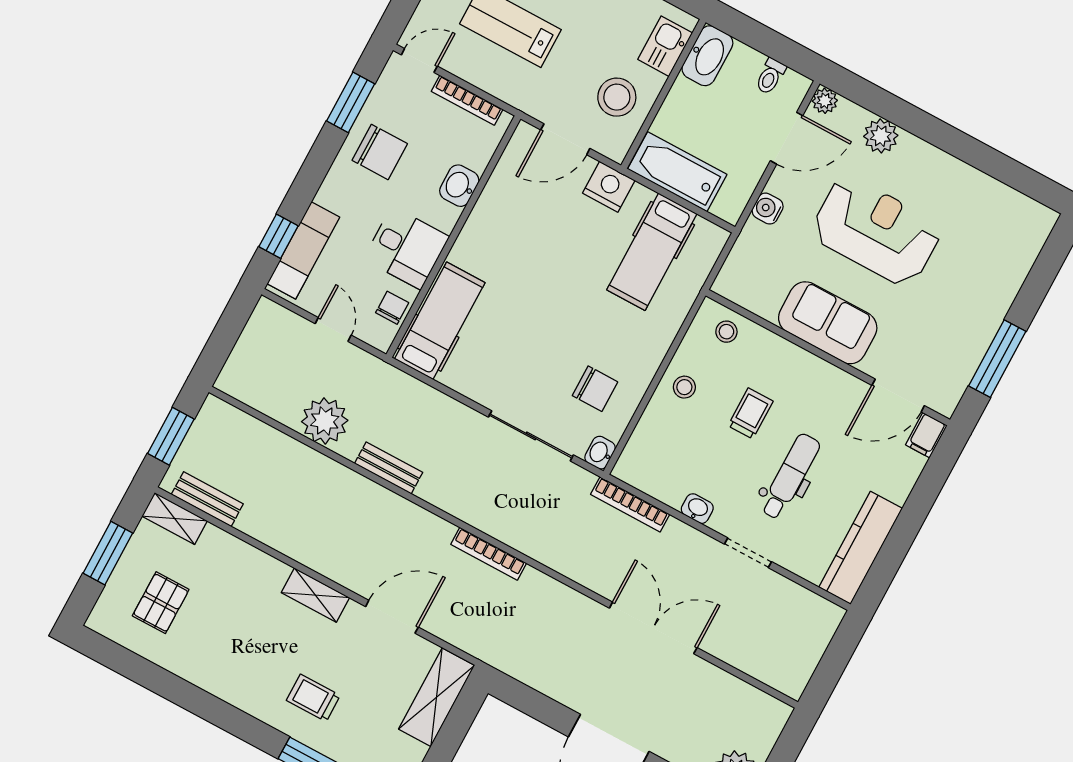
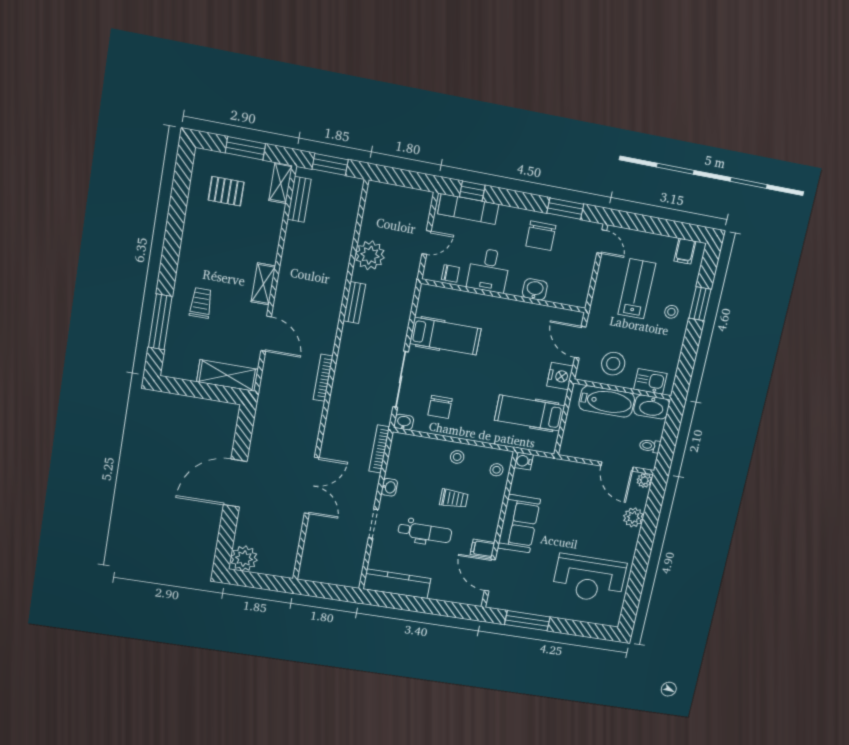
bookcase: (467, 100) -> (586, 278), removed
bathtub: (677, 172) -> (607, 402), moved, turned 90
water cooler: (768, 209) -> (524, 461), moved, turned -90
reception desk: (876, 231) -> (589, 579), moved, turned 90
hospital bed: (440, 321) -> (445, 336), moved
filing cabinet: (926, 435) -> (483, 548), moved

